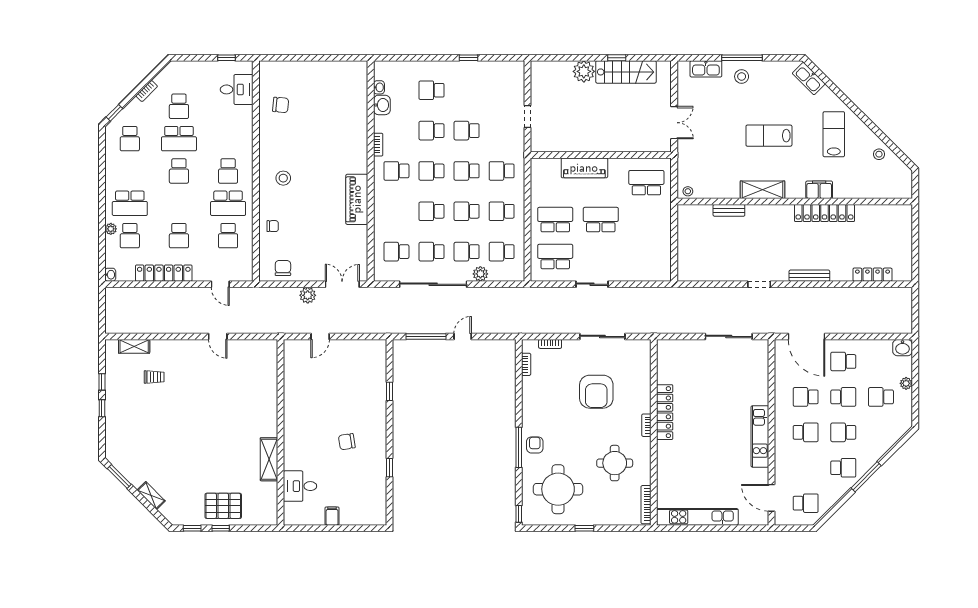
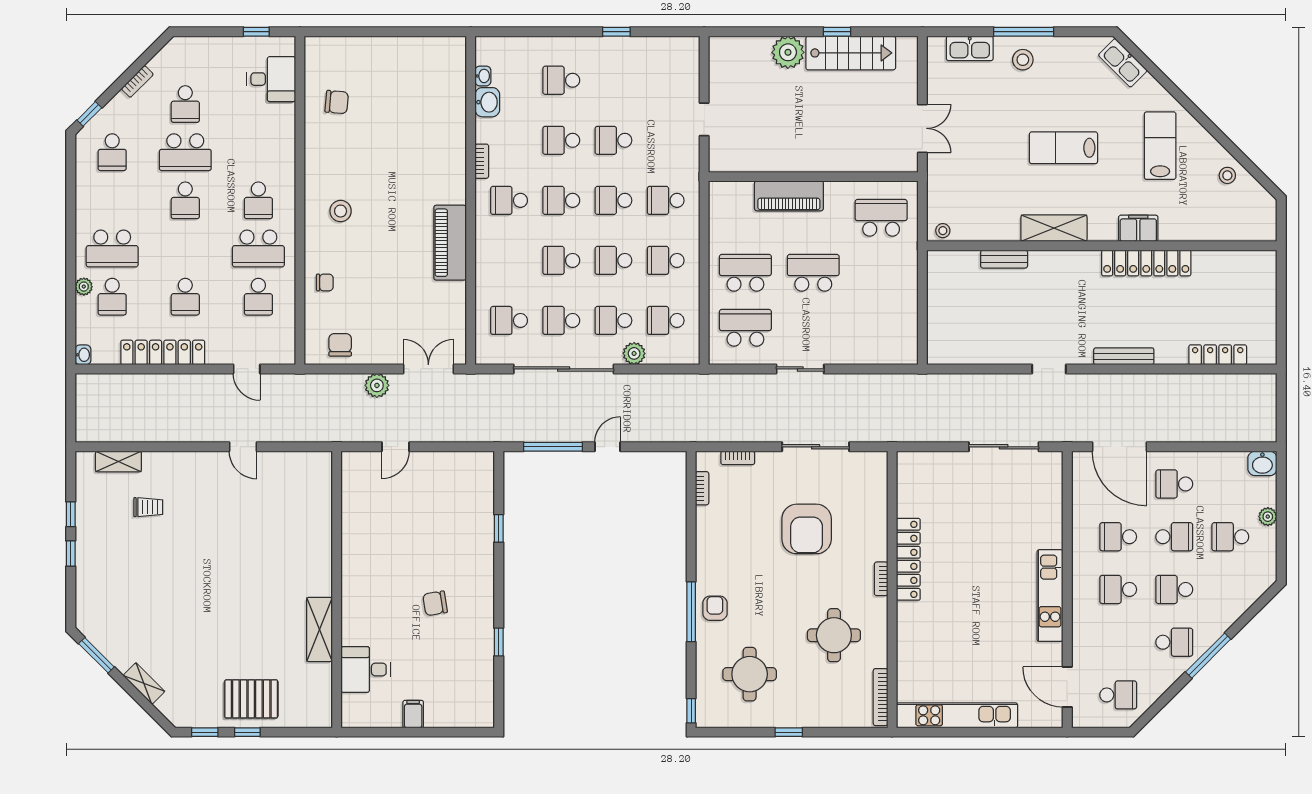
school desk: (806, 432) -> (1118, 589), turned 180
round table: (558, 489) -> (750, 674), width x0.73, depth x0.73

